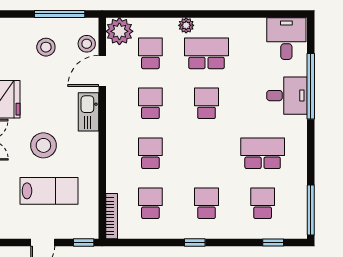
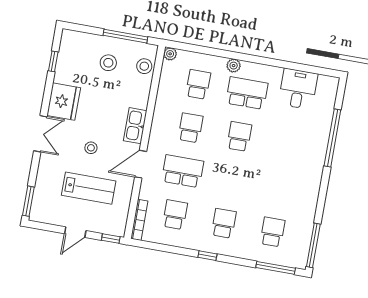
plant: (119, 31) -> (170, 54), width x0.53, depth x0.53
desk: (286, 39) -> (298, 89), moved
door: (102, 71) -> (141, 164), moved
desk: (287, 96) -> (310, 142), removed
stool: (43, 145) -> (91, 148), width x0.53, depth x0.53
school desk: (150, 153) -> (183, 171), width x1.85
school desk: (263, 153) -> (280, 189), removed
window: (273, 243) -> (276, 268), width x2.17

